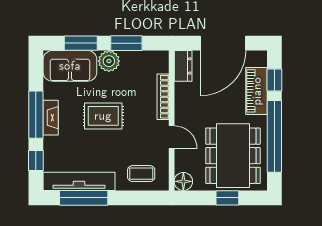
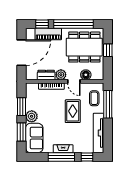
door: (223, 43) -> (22, 53), hinge flipped
dresser: (183, 66) -> (46, 75), moved
plant: (184, 114) -> (61, 75), added
rug: (103, 116) -> (73, 111), moved
door: (172, 137) -> (74, 81), swing flipped
floor lamp: (183, 181) -> (86, 75), moved
window: (84, 198) -> (108, 104), moved

